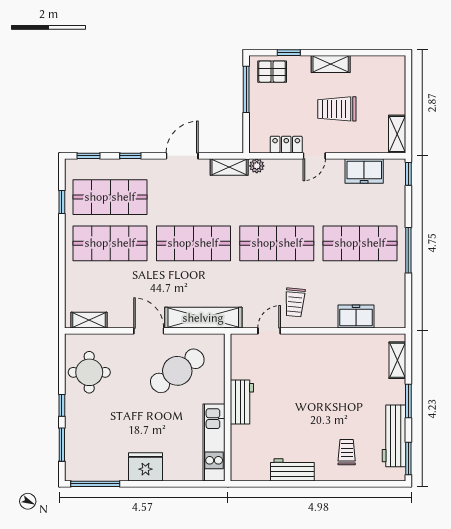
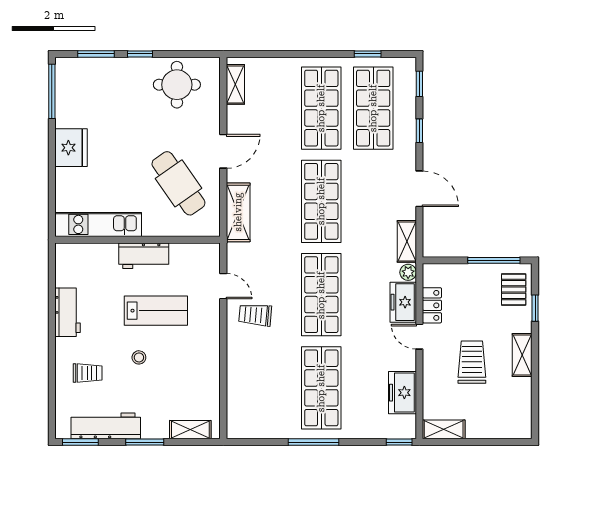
freezer: (356, 316) -> (403, 302), moved, turned 180
shelving: (203, 318) -> (238, 212), width x0.68
lab bench: (291, 391) -> (156, 311), added
stool: (333, 406) -> (139, 357), added

